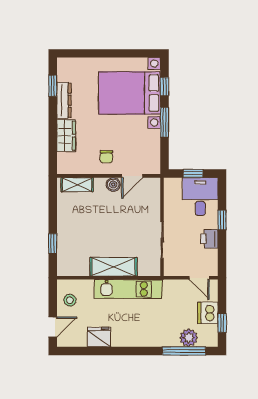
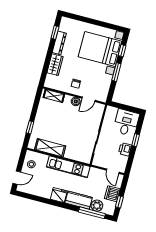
window: (193, 173) -> (125, 107), removed
shelving: (113, 267) -> (50, 148), moved
fridge: (99, 337) -> (59, 195), moved
kitchen counter: (158, 337) -> (79, 200), added

